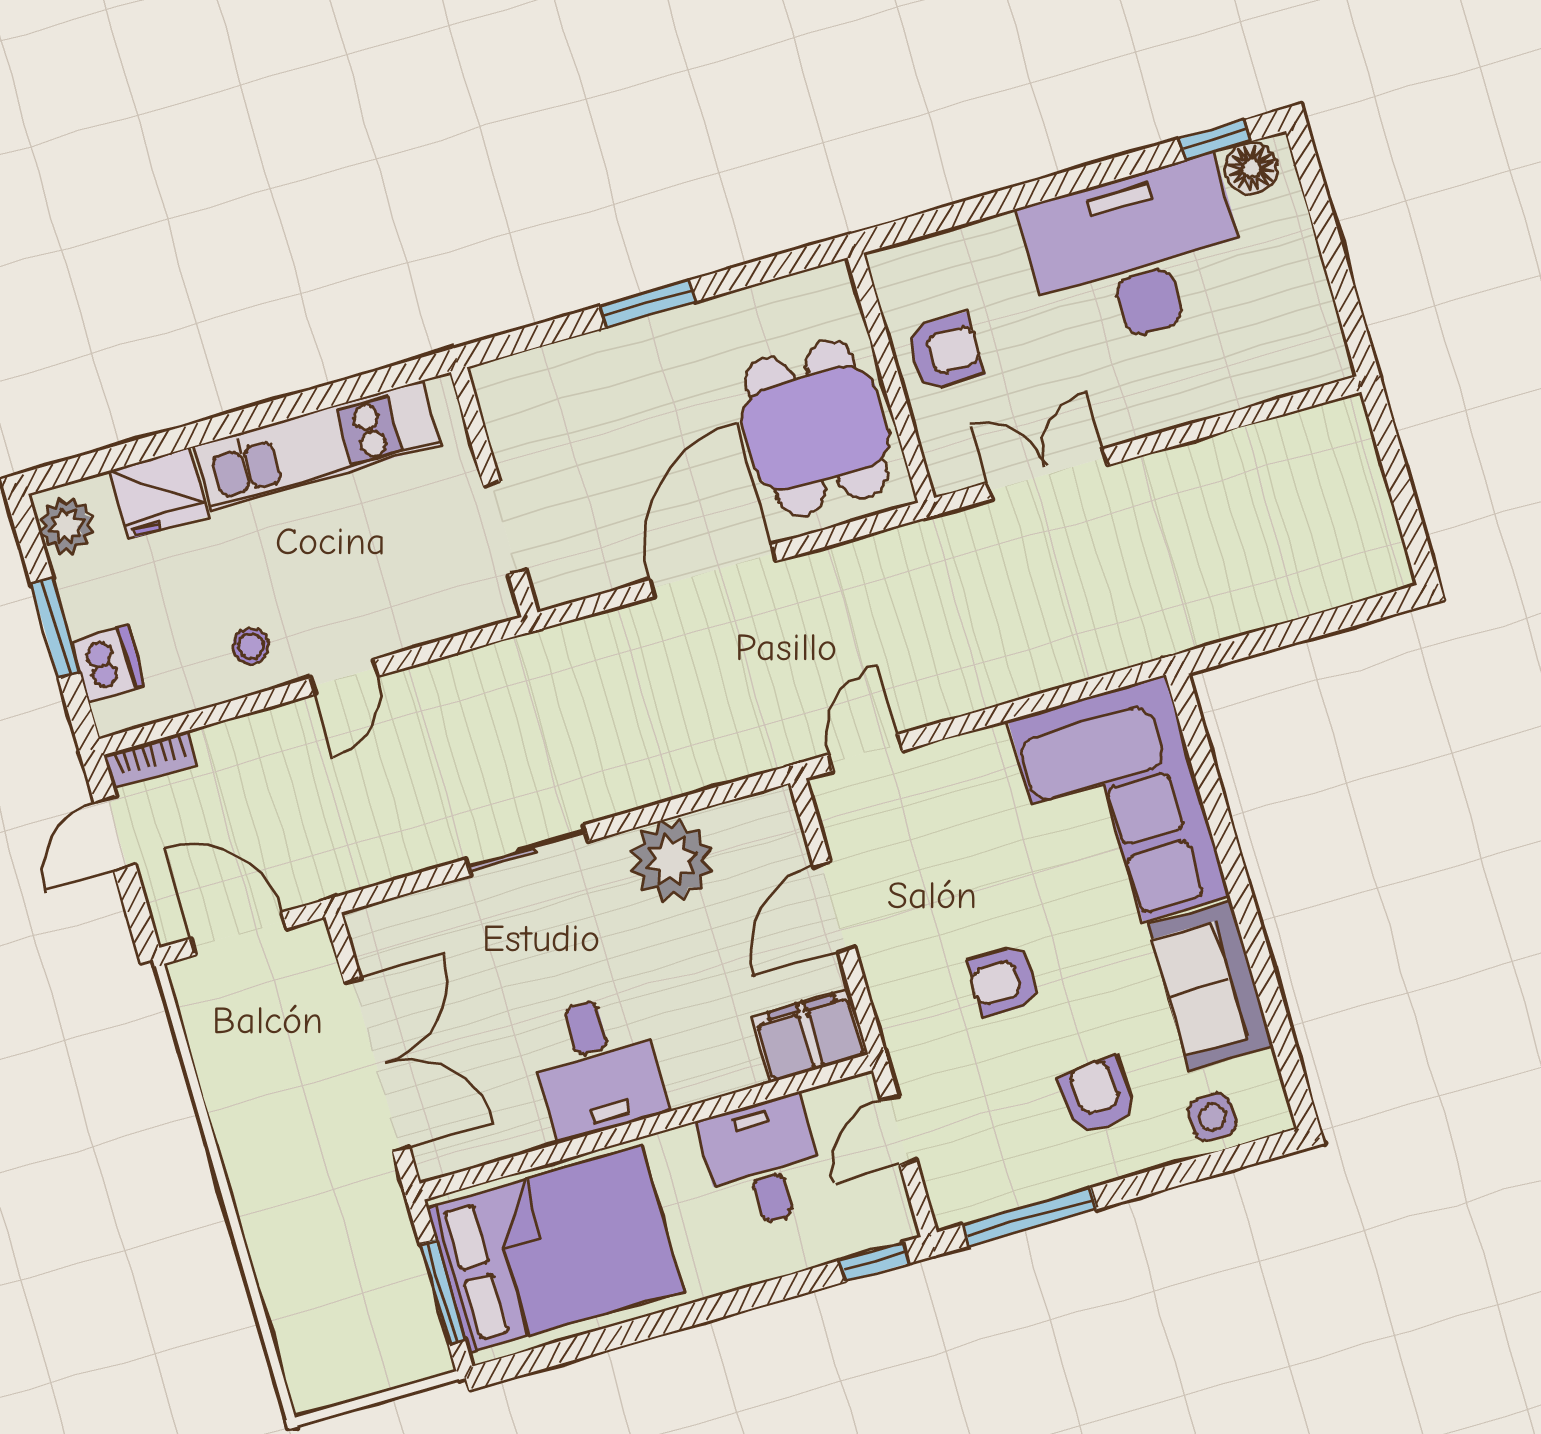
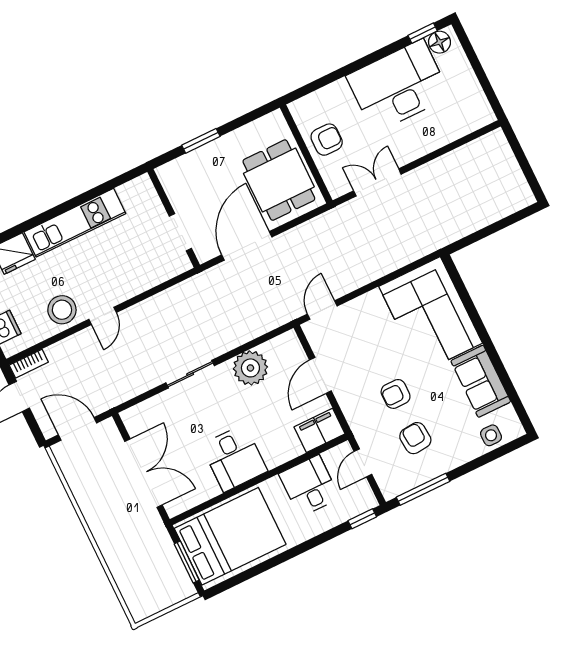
wall: (494, 492) -> (174, 218), moved
doorway: (504, 528) -> (180, 232), moved
stool: (251, 646) -> (62, 310), width x1.89, depth x1.89
armchair: (1098, 1096) -> (415, 438), moved

